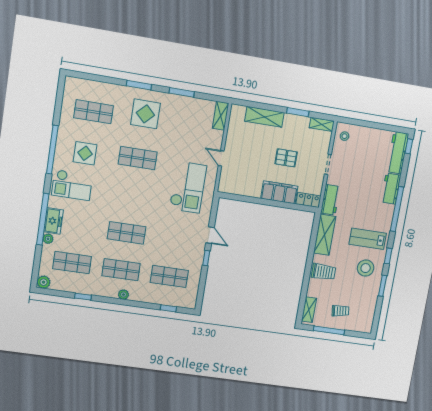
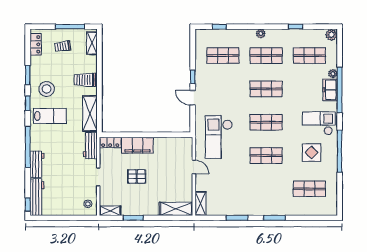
display table: (145, 114) -> (265, 194), removed
shelving: (264, 117) -> (176, 209), moved
shop shelf: (132, 196) -> (266, 122), added
locker: (368, 317) -> (36, 44), added

